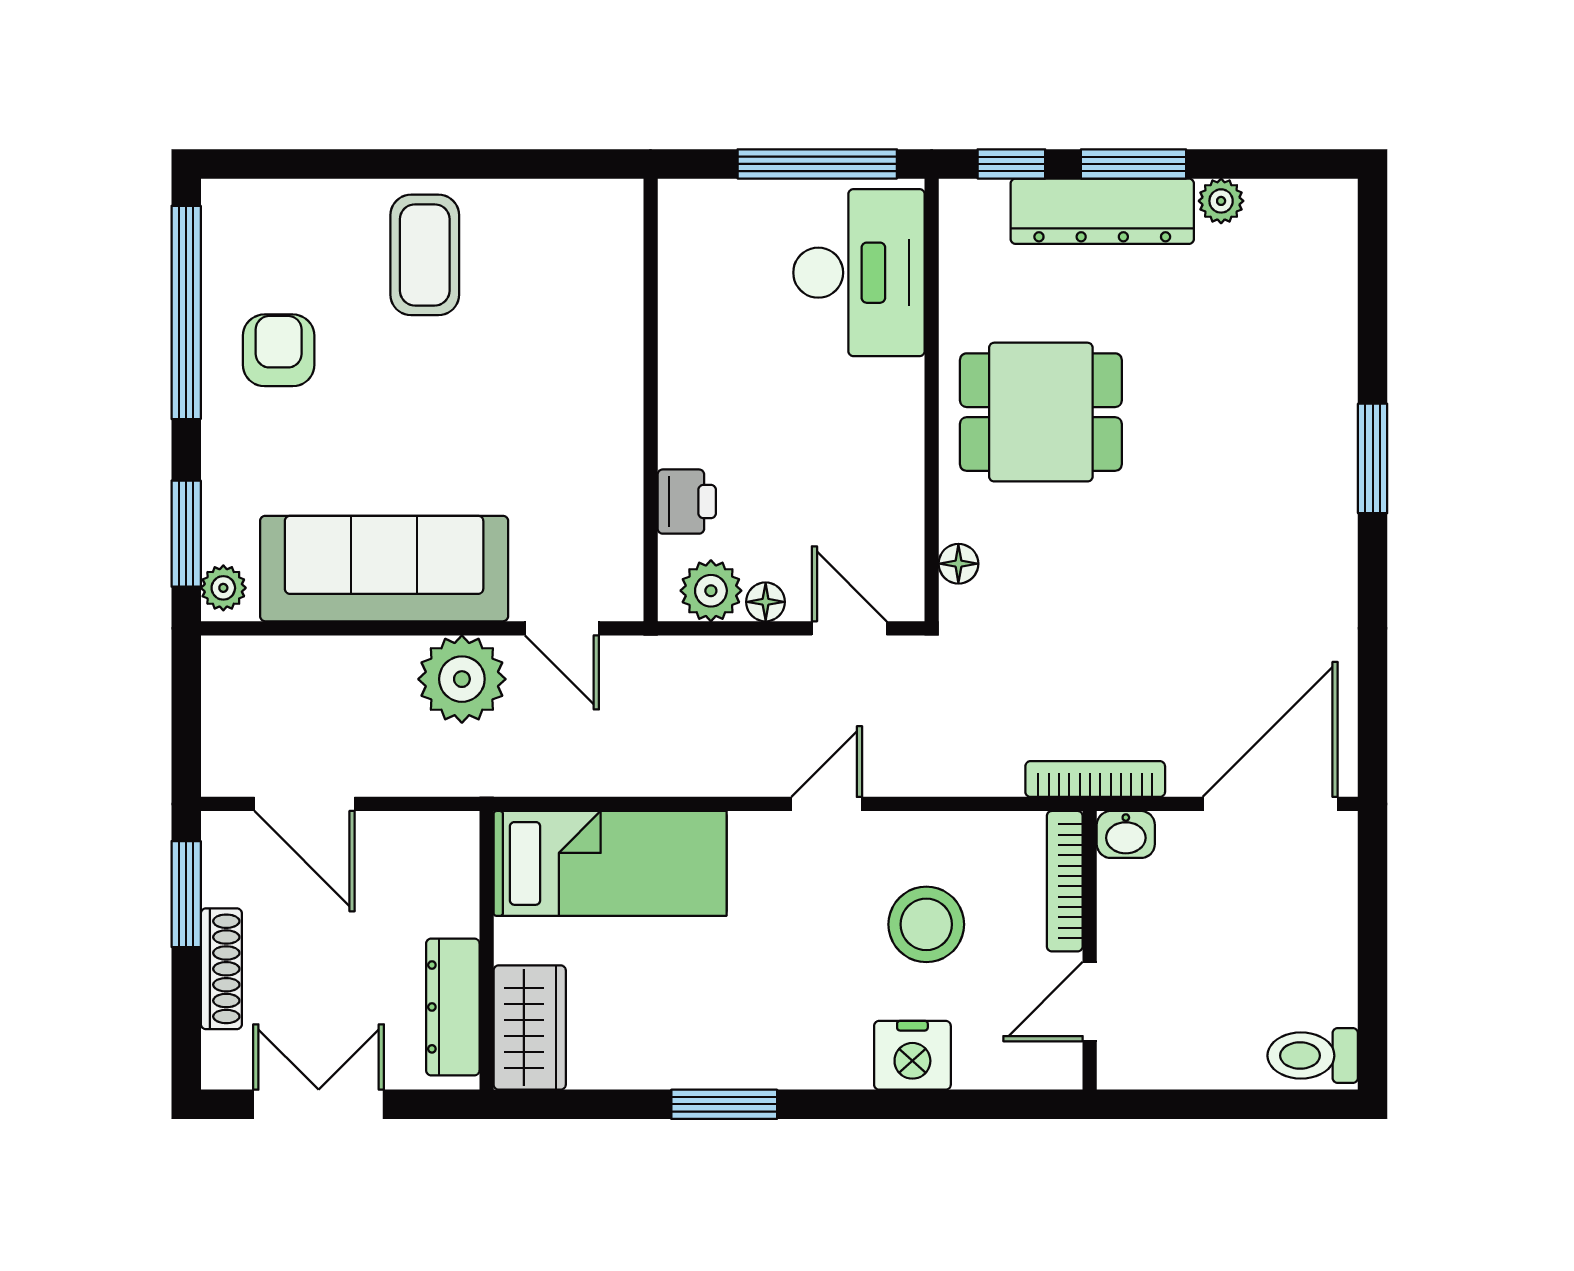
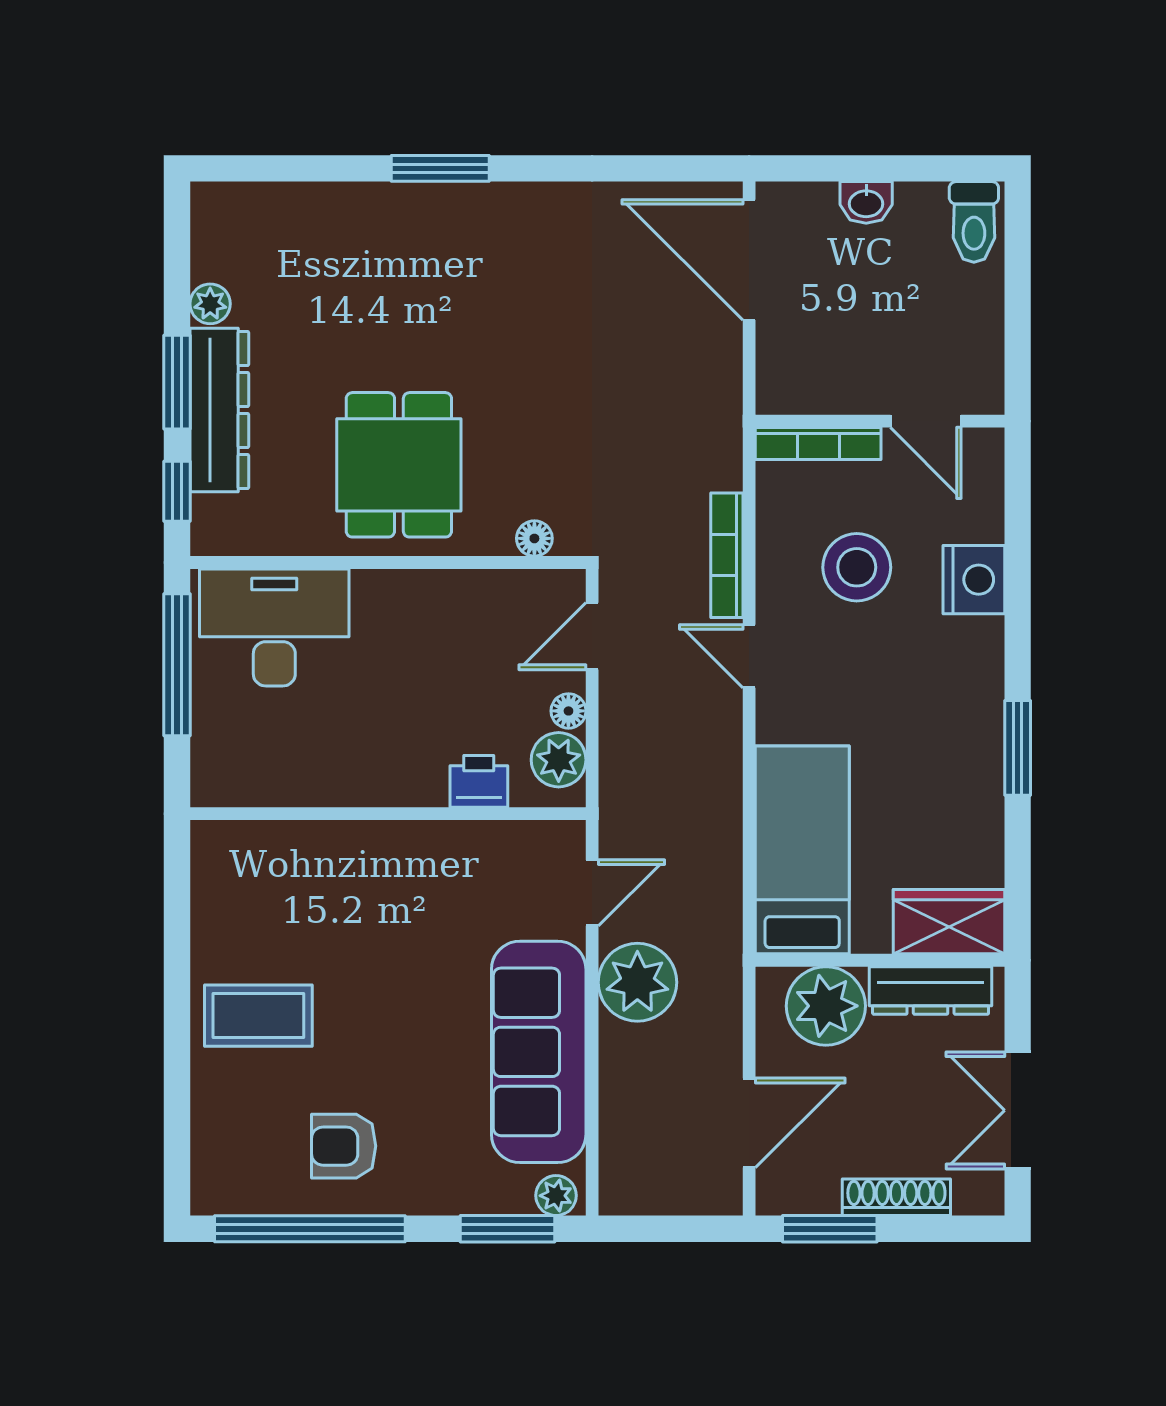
bookcase: (1095, 779) -> (727, 555), moved
washbasin: (1126, 834) -> (866, 202), moved, turned 90
plant: (435, 890) -> (826, 1006), added

